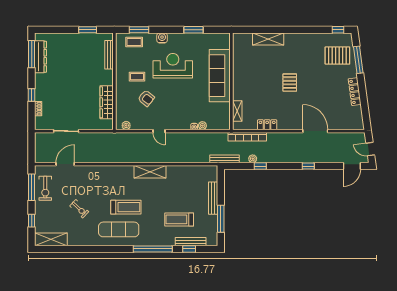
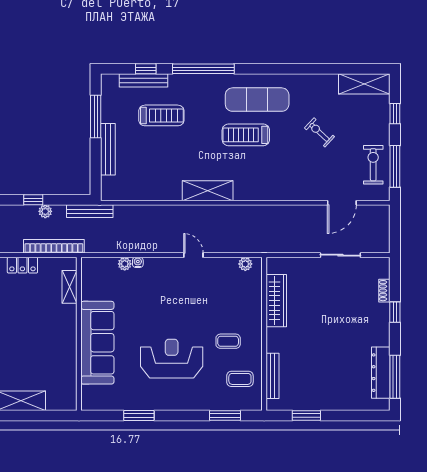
water cooler: (162, 38) -> (189, 402), removed
coffee table: (134, 42) -> (240, 379), moved
reception desk: (173, 66) -> (172, 359), turned 180
armchair: (146, 98) -> (214, 307), removed

